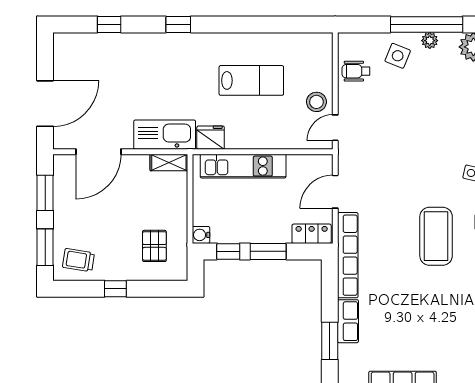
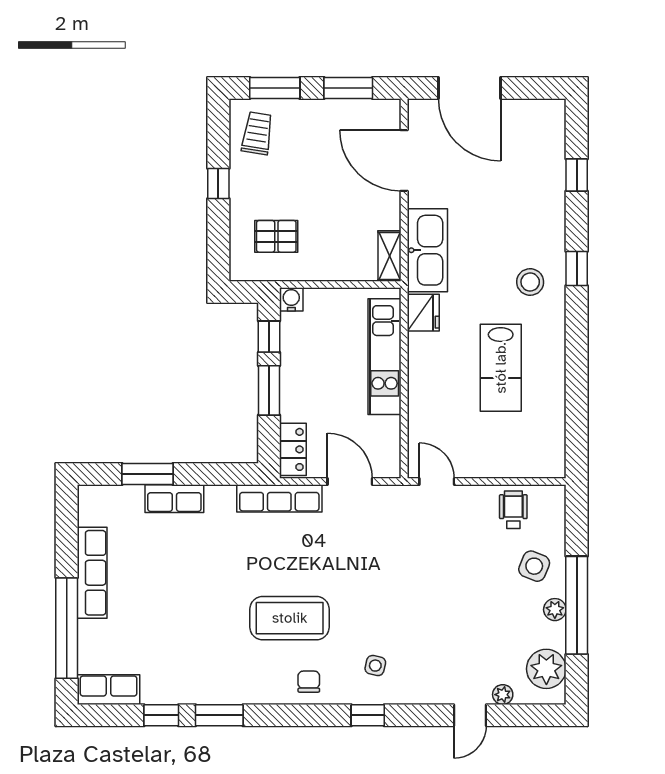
stool: (316, 102) -> (530, 282), moved
row of seats: (348, 255) -> (279, 498), width x0.73

